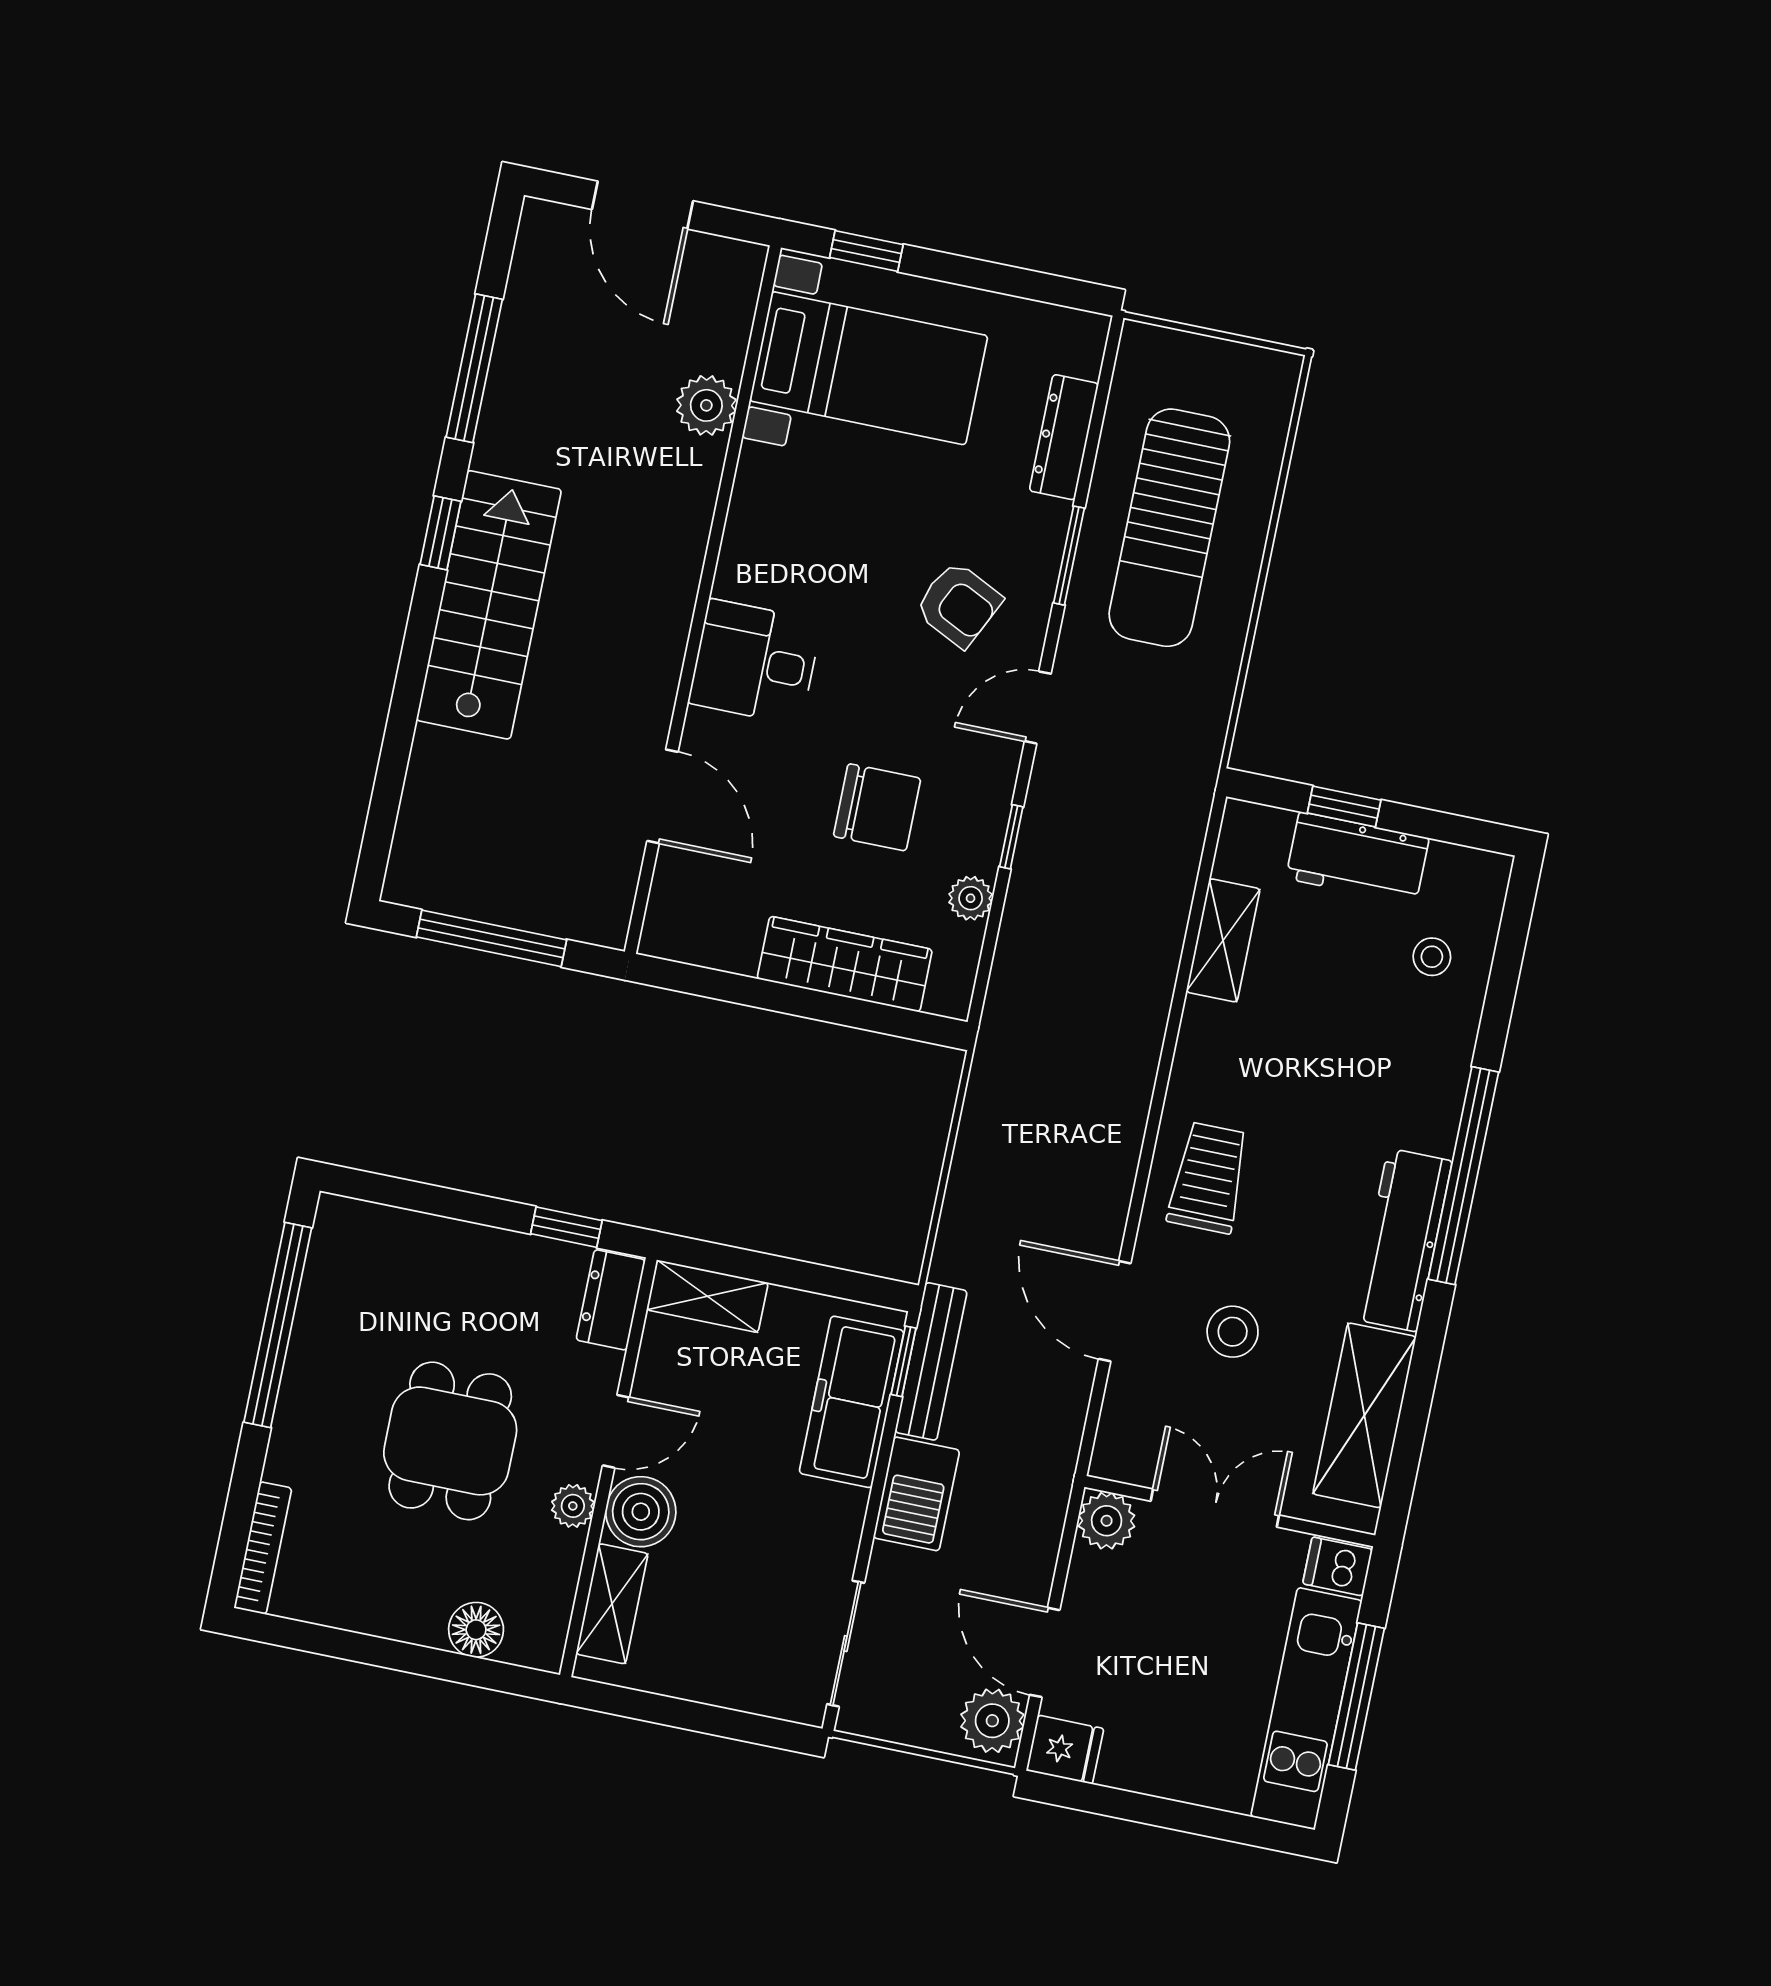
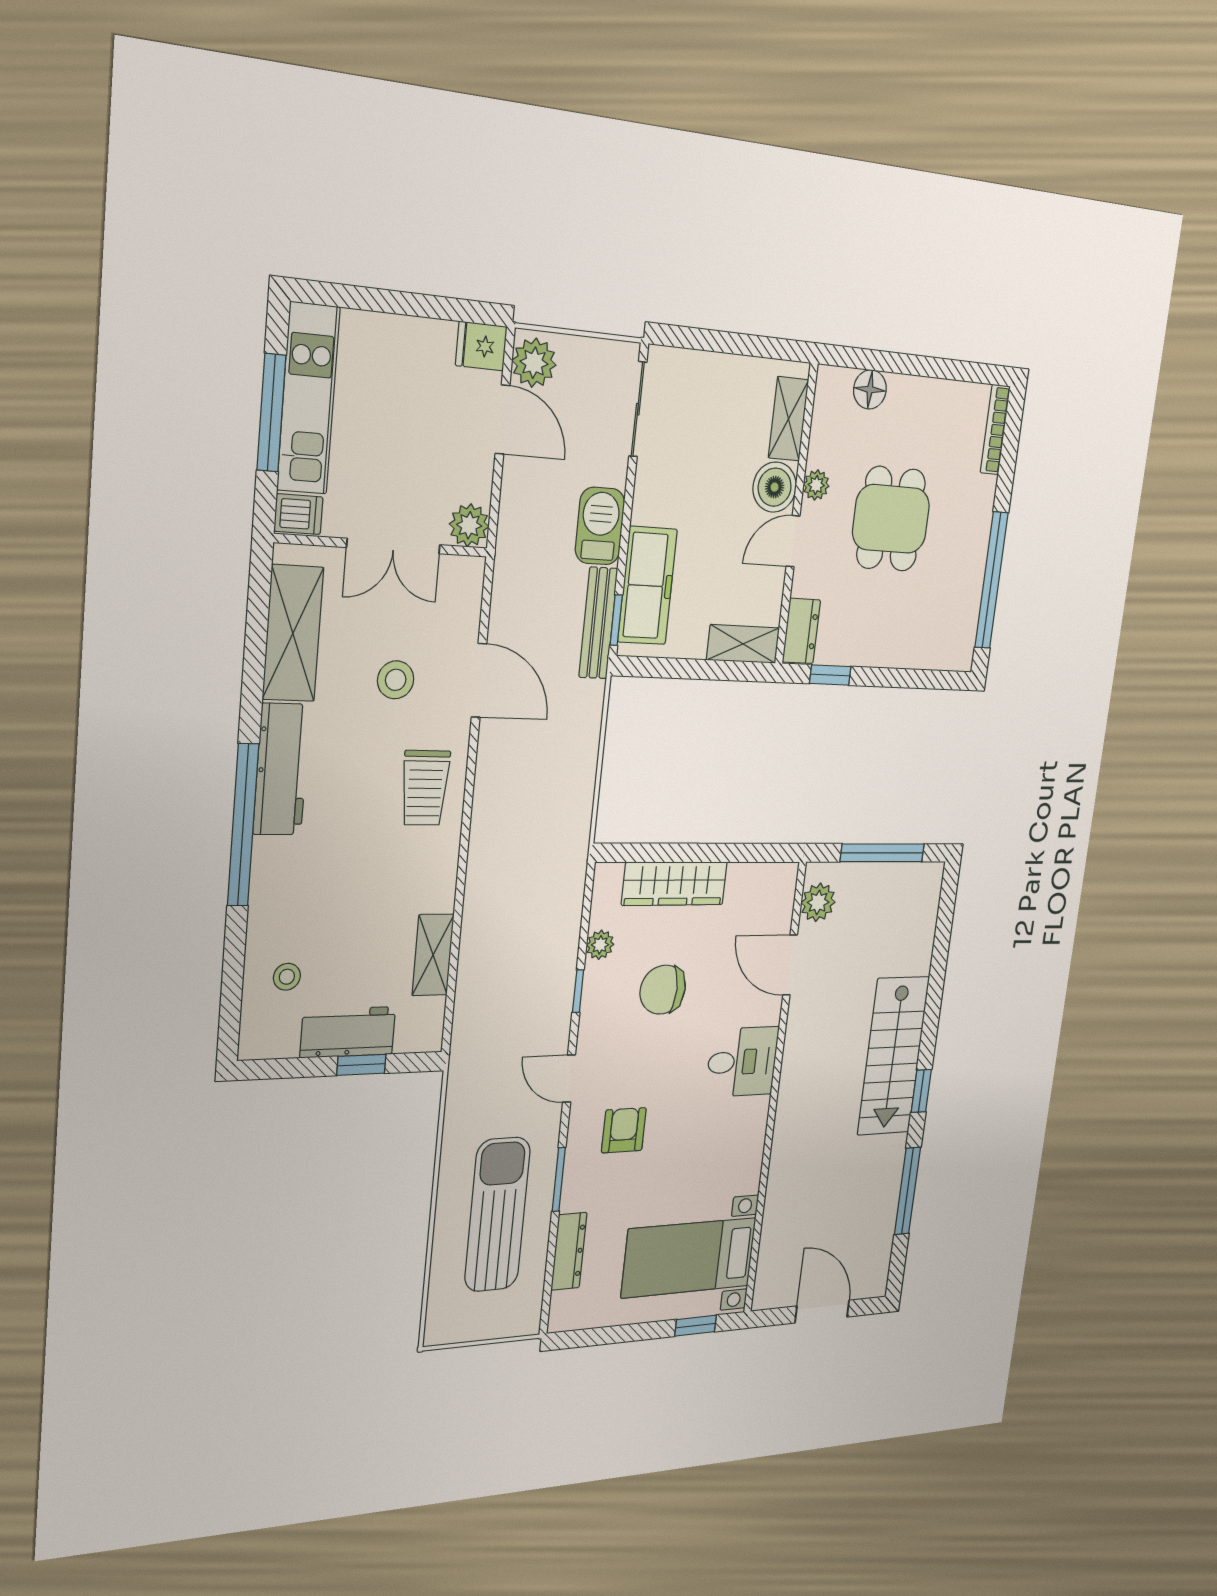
plant: (706, 405) -> (818, 902), moved
armchair: (958, 604) -> (624, 1130), turned 64
door: (1038, 707) -> (569, 1079), swing flipped

